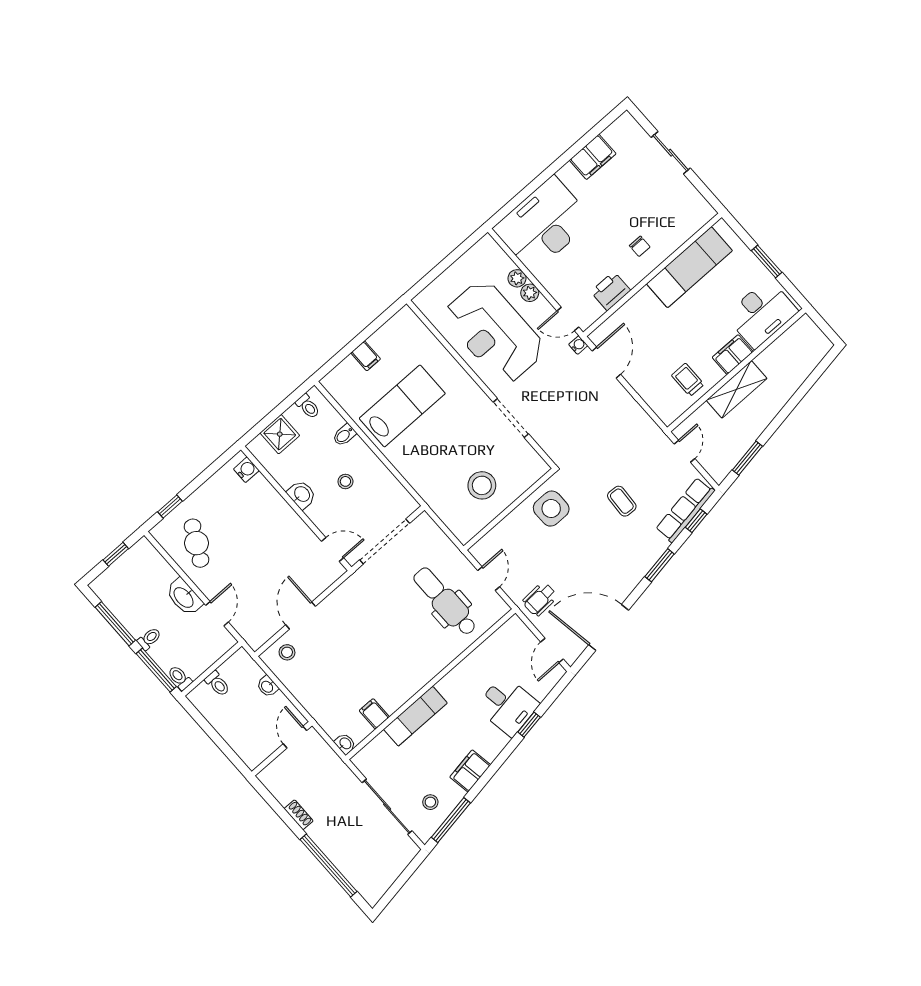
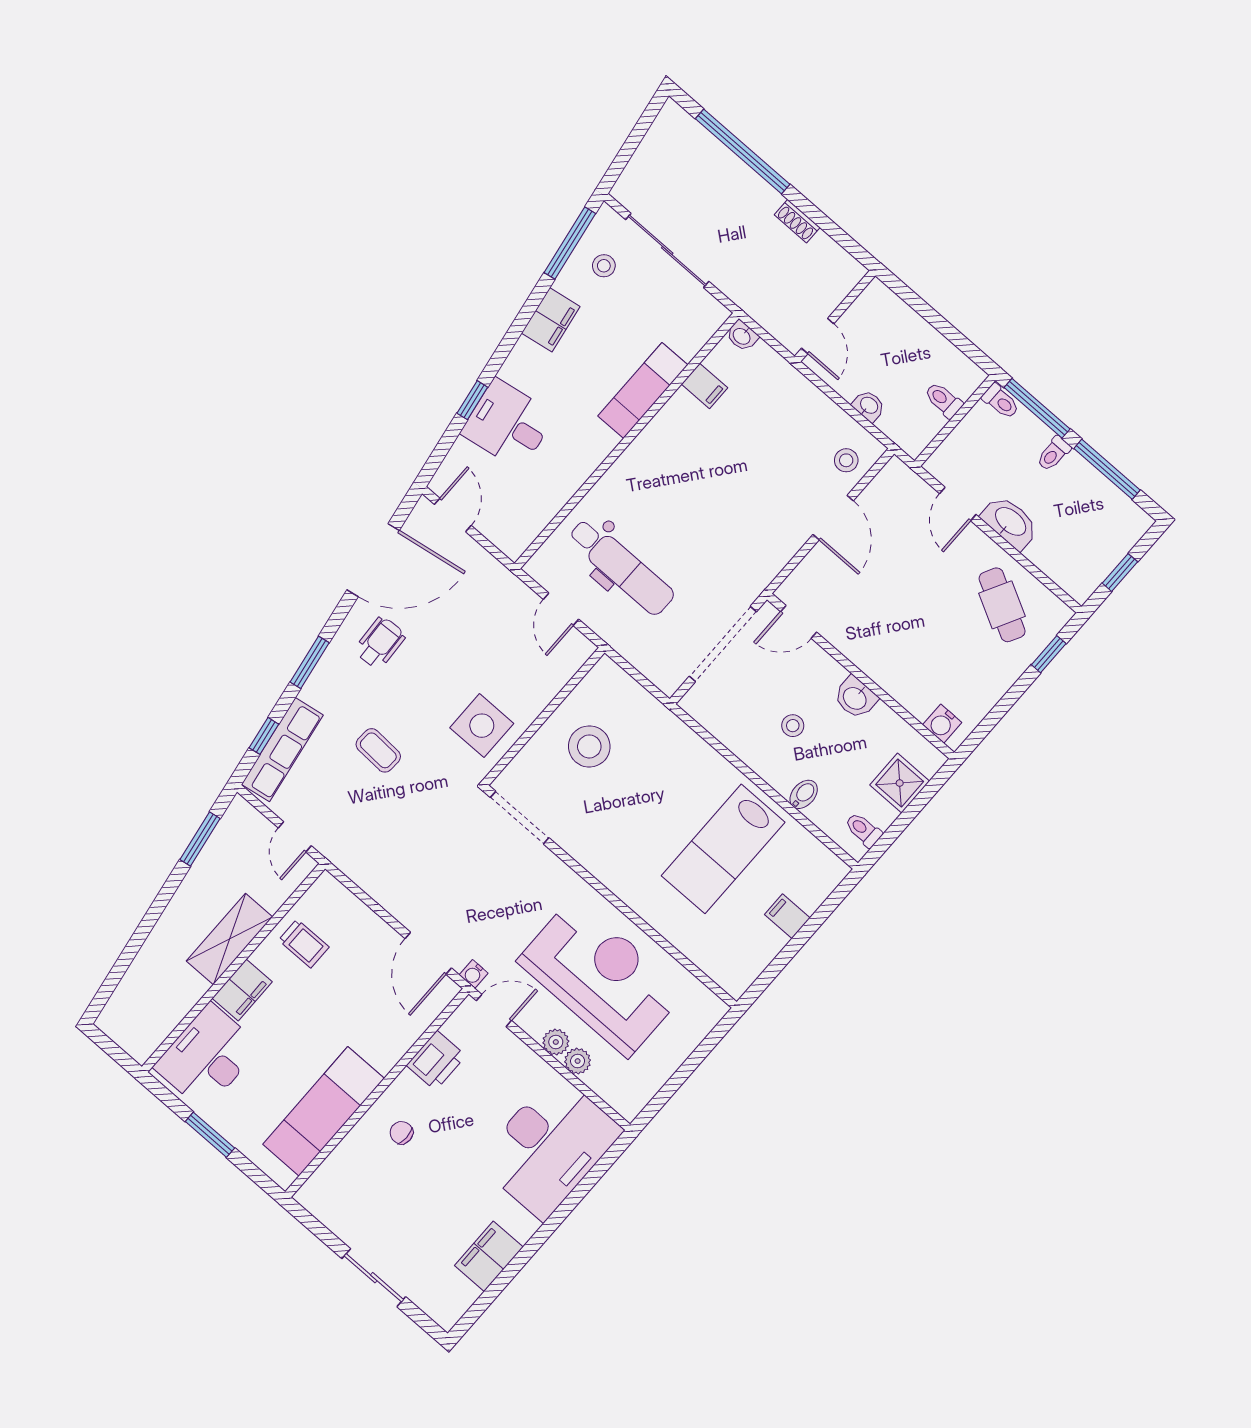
doorway: (511, 418) -> (520, 818), moved
wheelchair: (540, 599) -> (380, 643), moved

